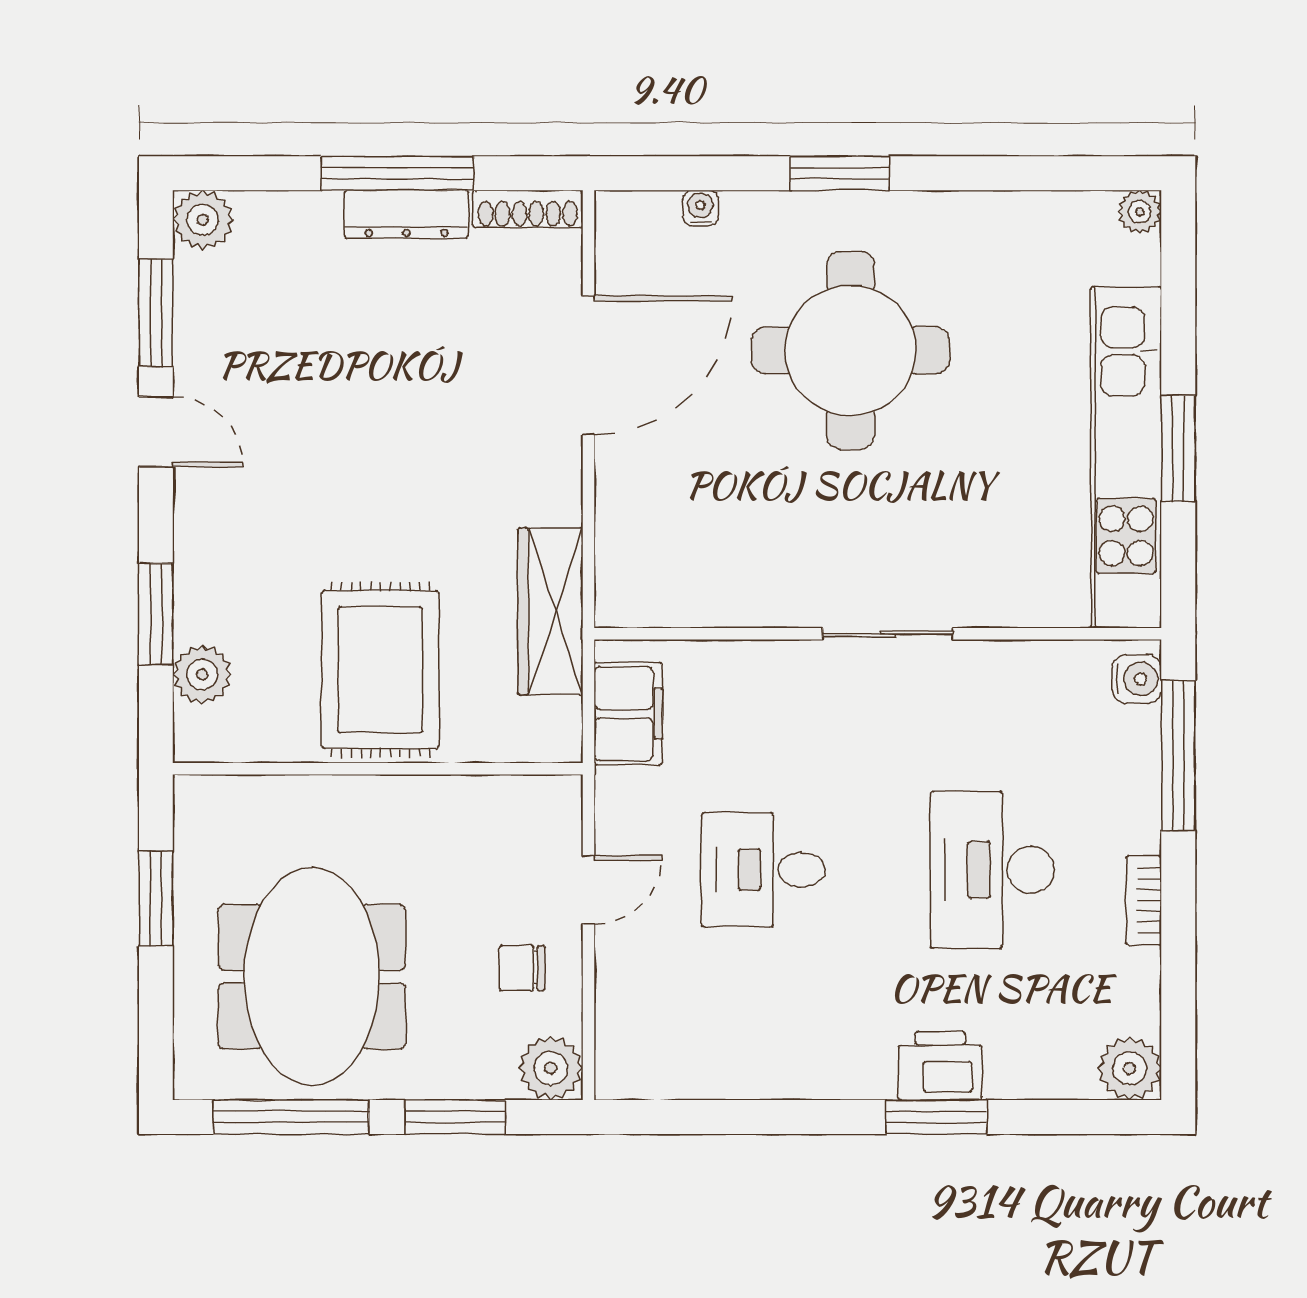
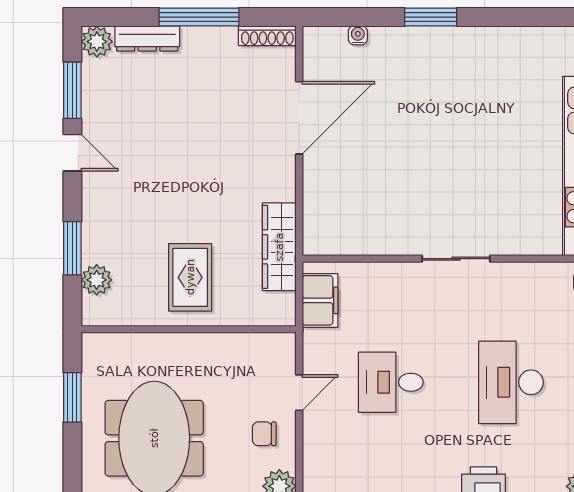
dresser: (407, 214) -> (147, 39), moved
round table: (851, 350) -> (437, 110), removed
rug: (380, 670) -> (190, 277), width x0.73, depth x0.70

